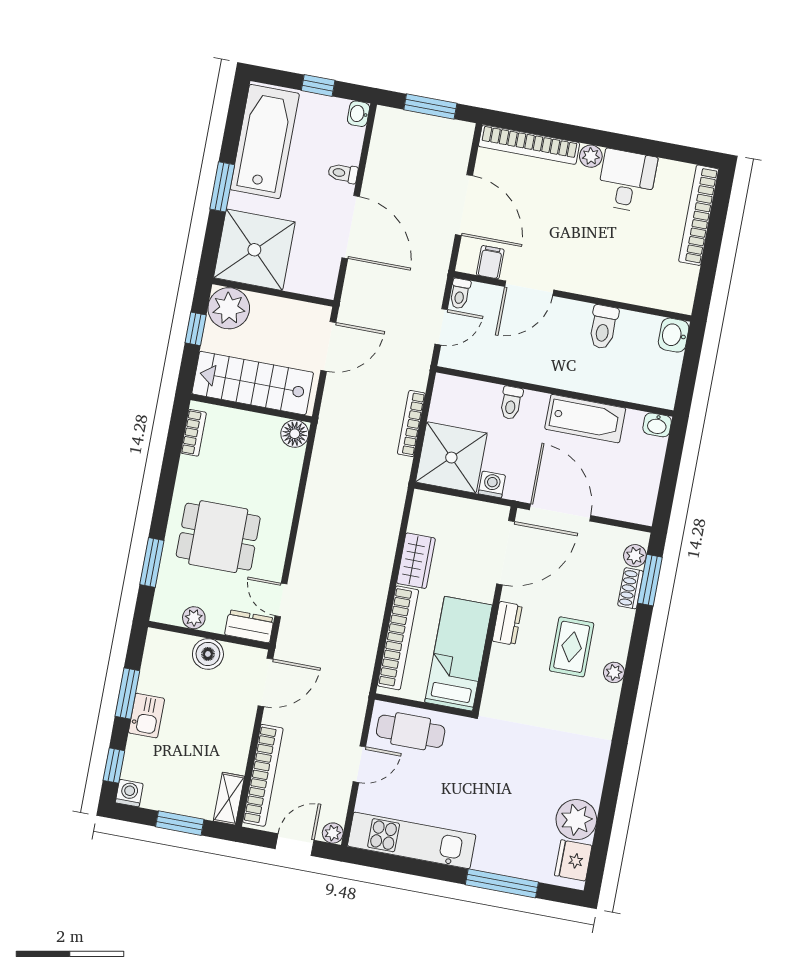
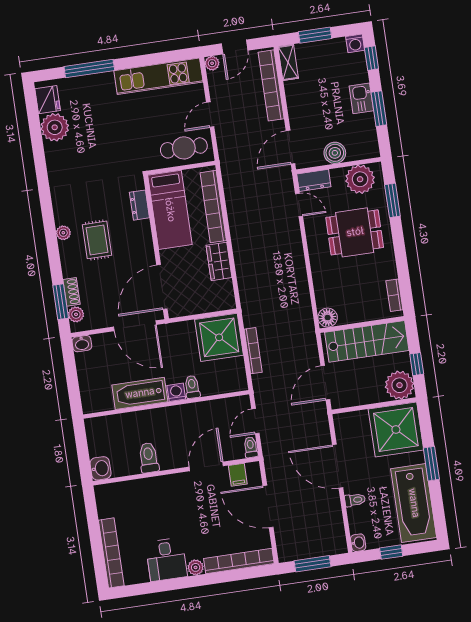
washbasin: (657, 425) -> (82, 344), moved, turned 180
washing machine: (492, 484) -> (176, 392), moved, turned 180
plant: (194, 618) -> (360, 179), width x1.88, depth x1.88
dresser: (507, 623) -> (139, 205), moved

